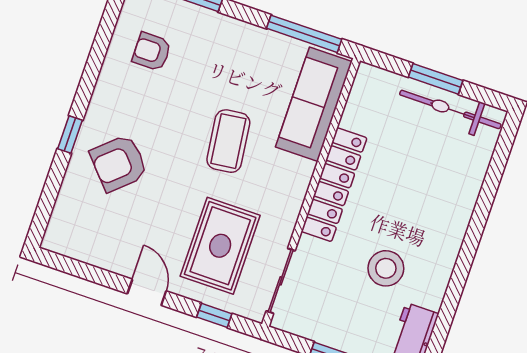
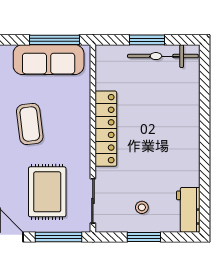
sofa: (314, 104) -> (49, 60), moved, turned -90
stool: (386, 268) -> (142, 207), moved, width x0.53, depth x0.53
window: (214, 315) -> (59, 237), width x2.17

